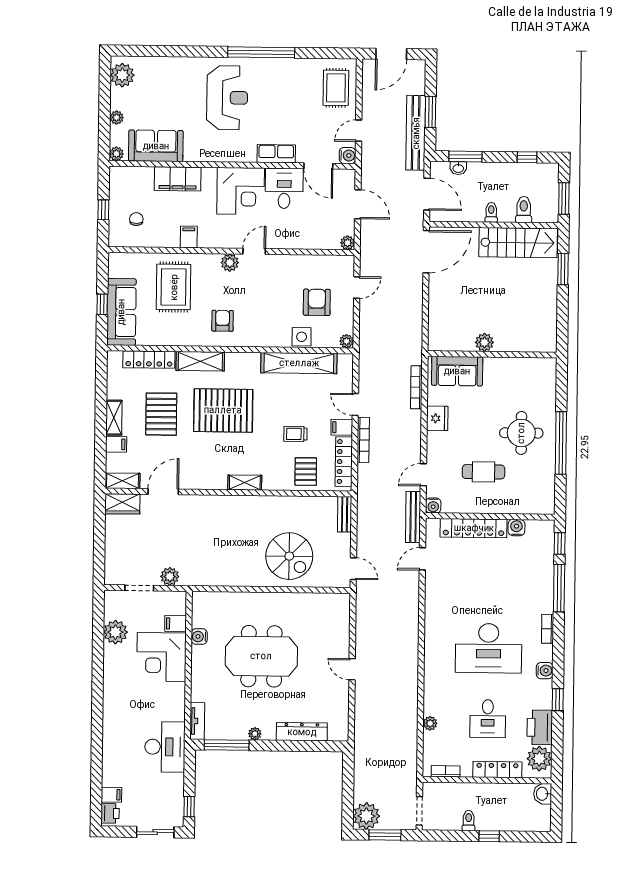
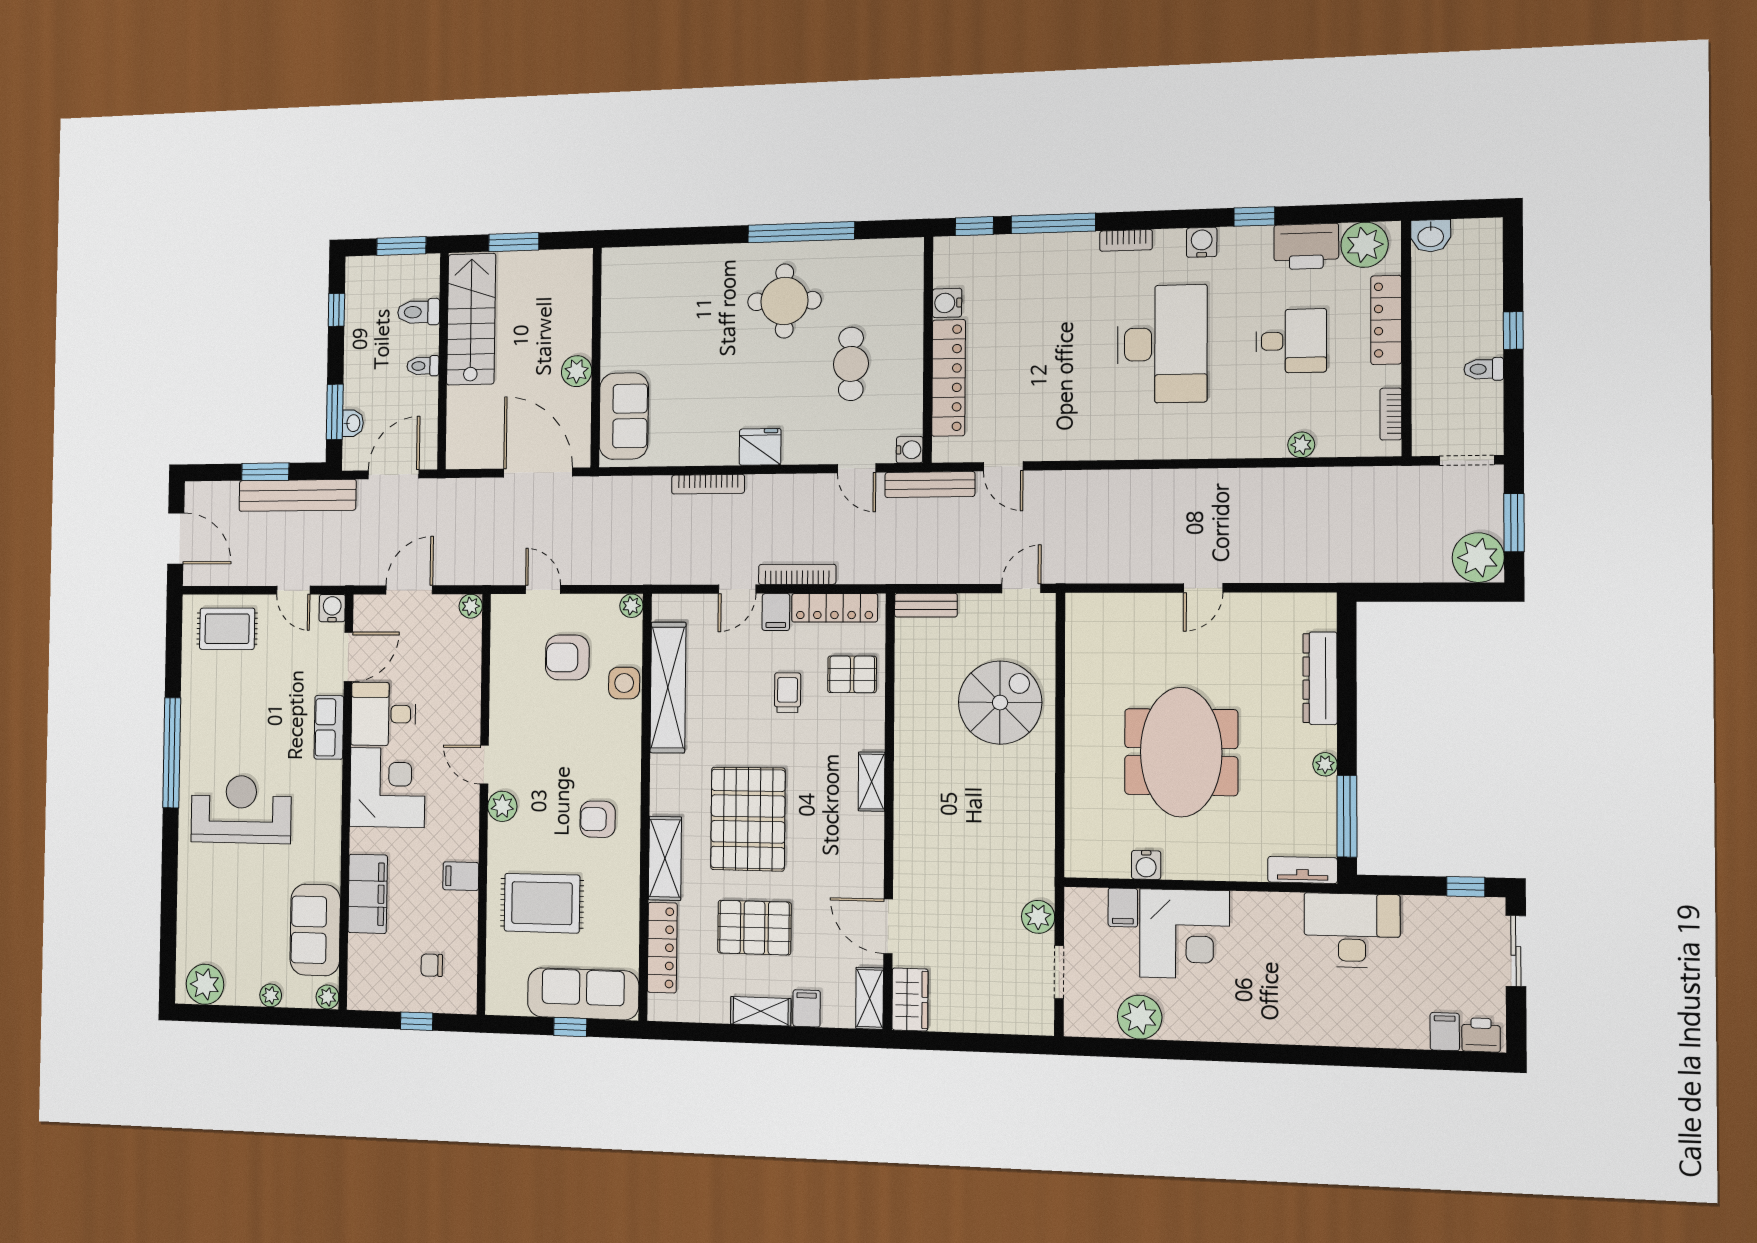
door: (426, 252) -> (538, 472), moved
plant: (484, 342) -> (577, 371), moved
wall: (492, 354) -> (596, 357), moved
sofa: (457, 371) -> (624, 416), moved
trolley: (295, 434) -> (787, 693), turned 180

